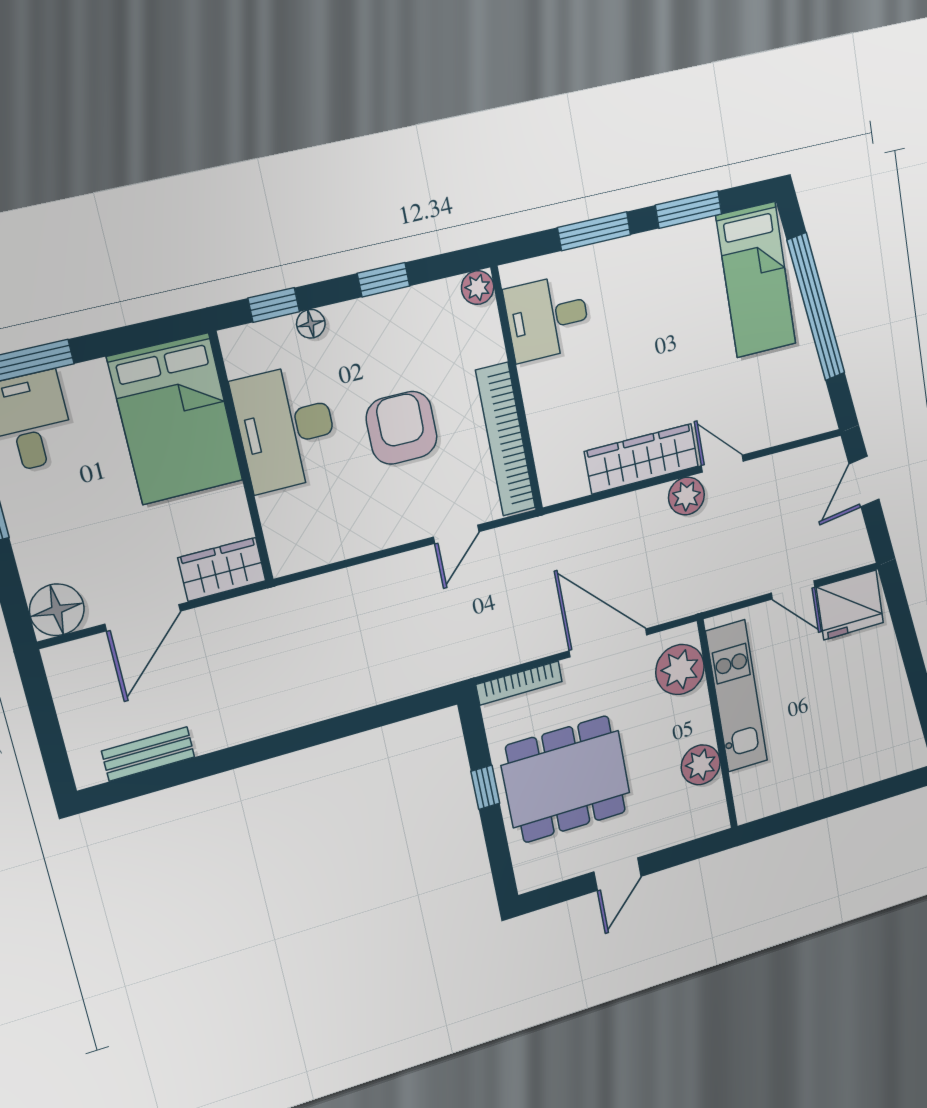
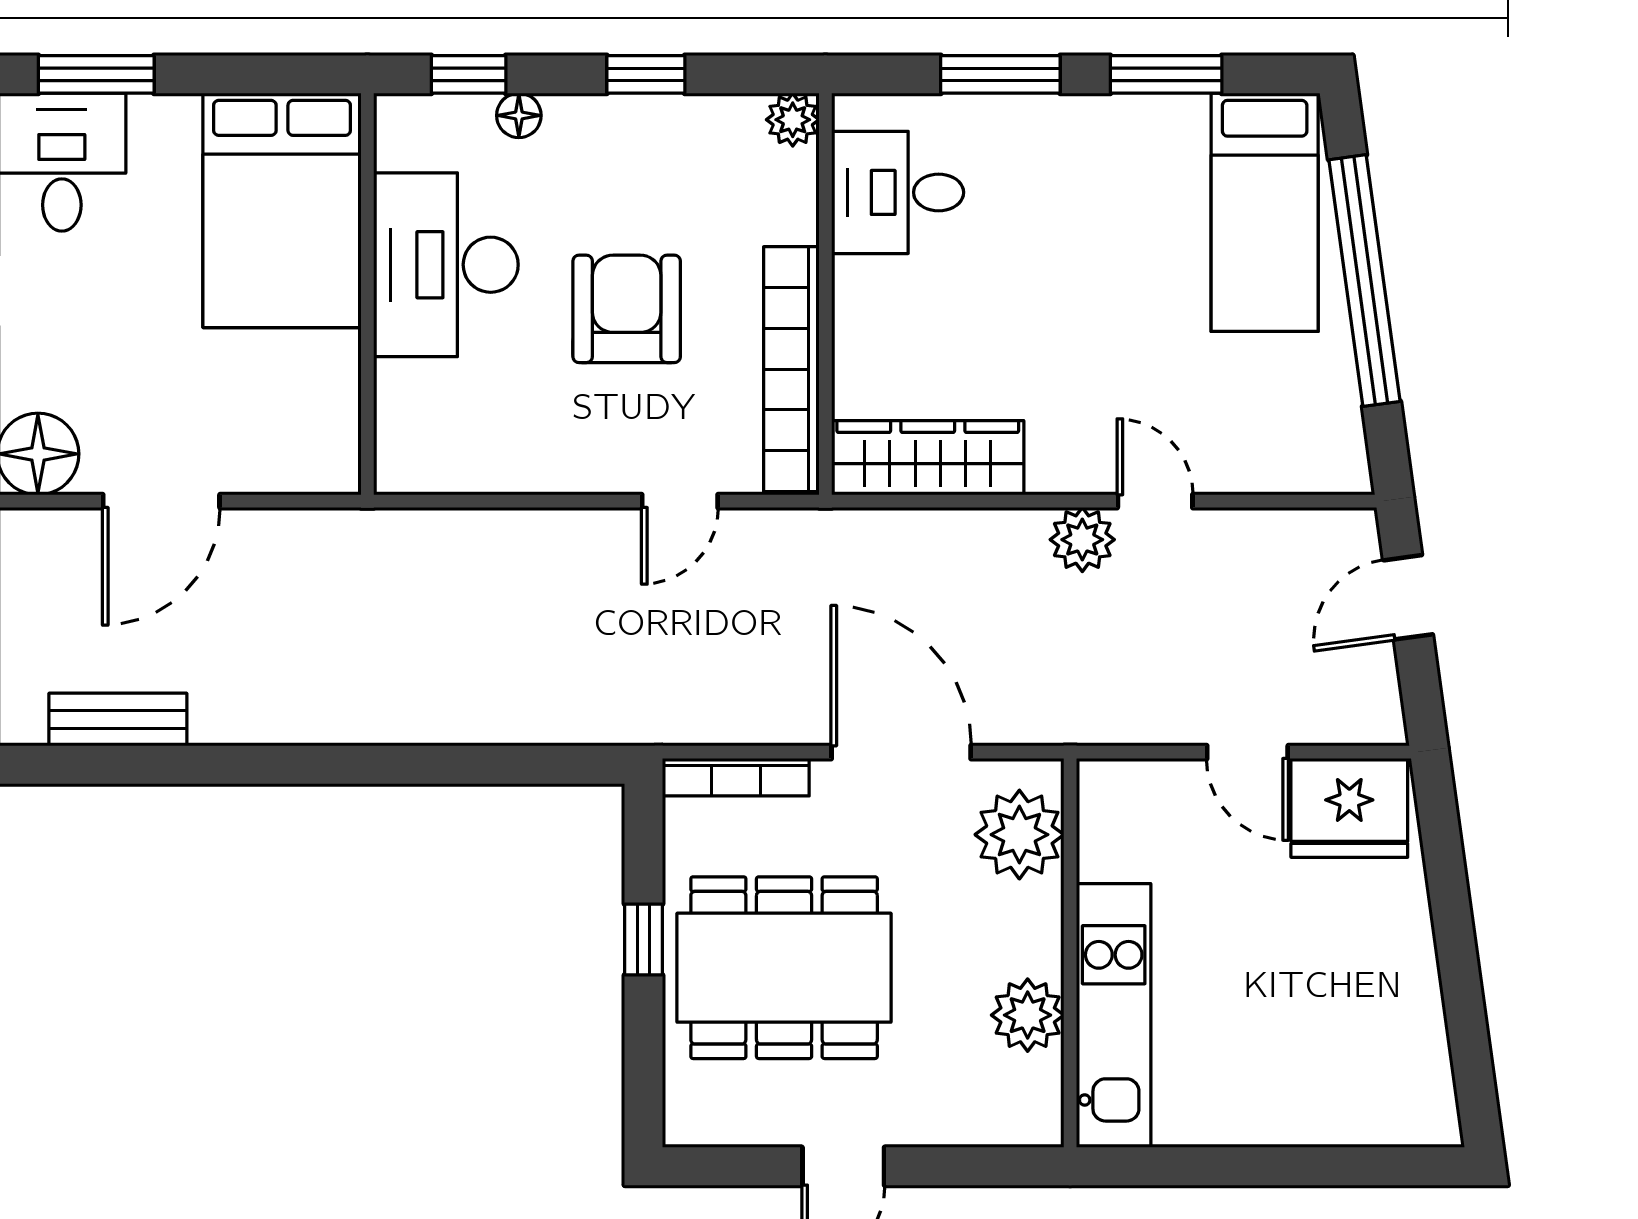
wardrobe: (642, 459) -> (928, 458), moved
wardrobe: (222, 569) -> (298, 458), removed
kitchen unit: (737, 696) -> (1114, 1015), moved

